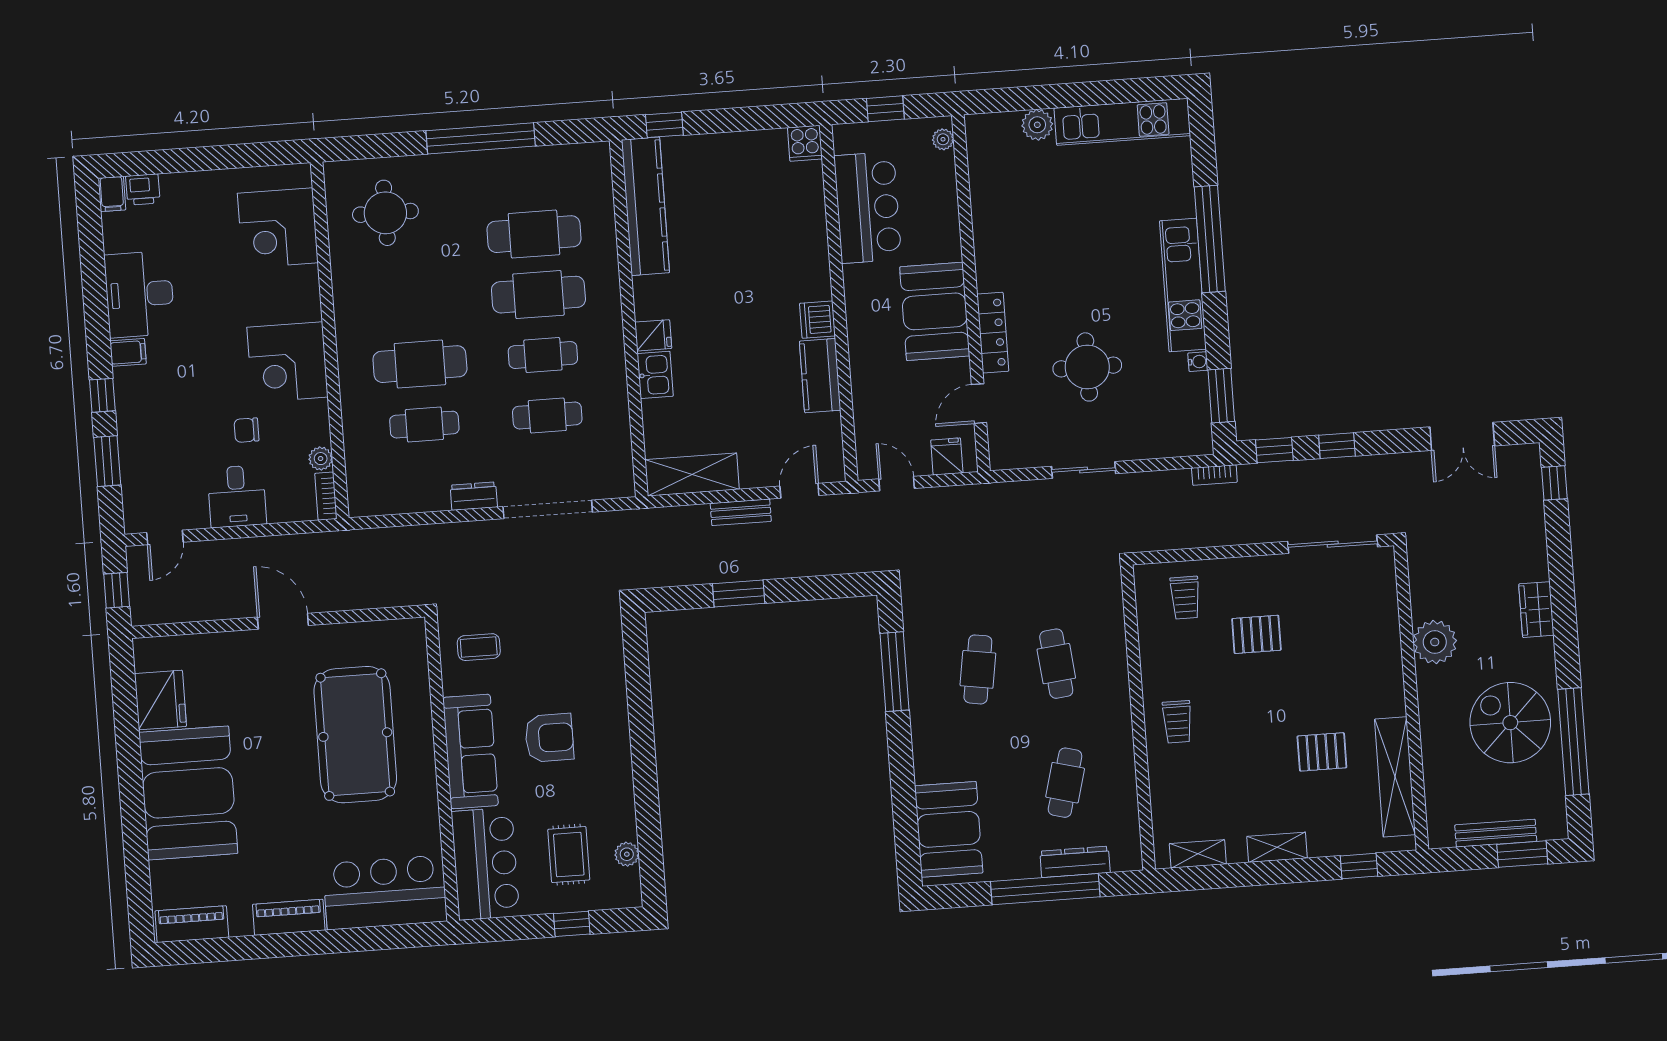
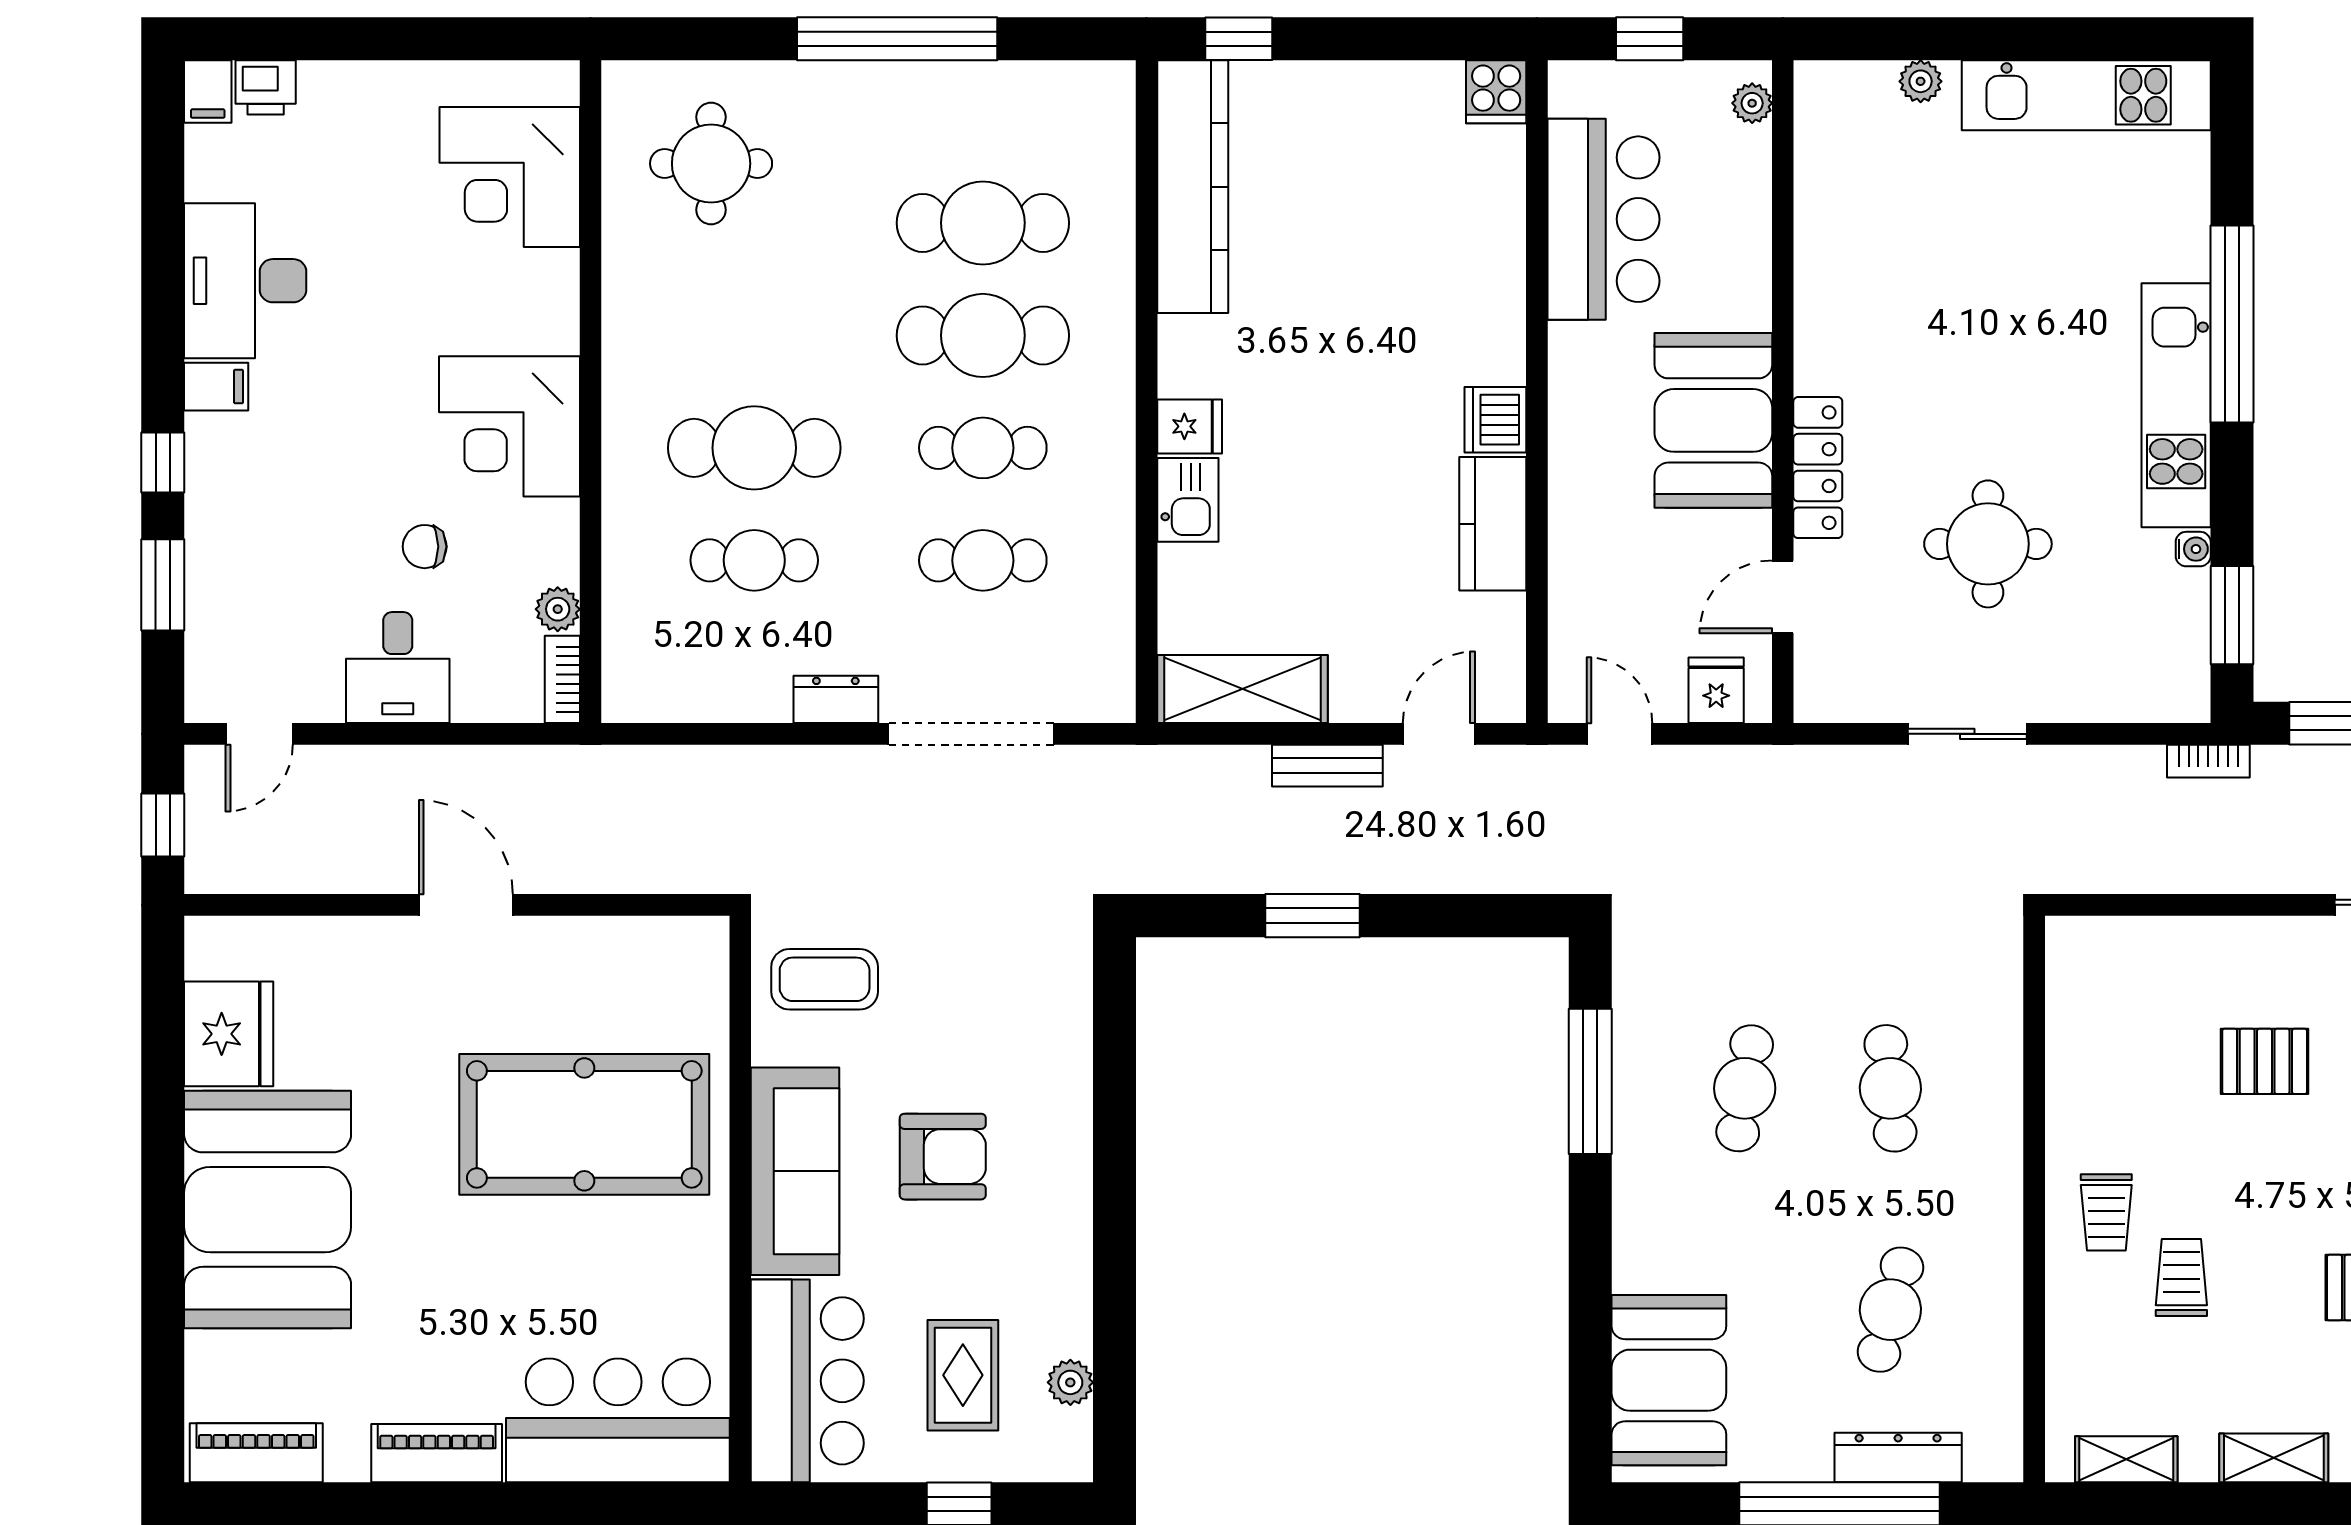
plant: (1037, 125) -> (1921, 81), width x0.73, depth x0.73
trolley: (1185, 598) -> (2181, 1278), moved, turned 180
coffee table: (479, 647) -> (825, 979), width x1.36, depth x1.30
pool table: (355, 735) -> (584, 1124), turned 90

